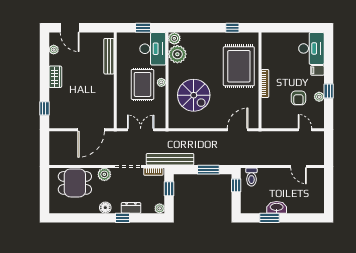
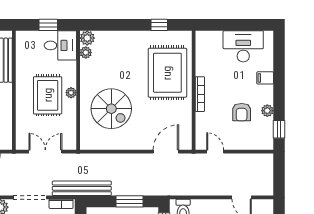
desk: (311, 48) -> (243, 46), moved, turned -90
desk: (153, 49) -> (60, 45), width x0.73
plant: (177, 54) -> (86, 53), width x0.53, depth x0.53
window: (329, 91) -> (279, 129), moved
door: (305, 130) -> (215, 152), moved

